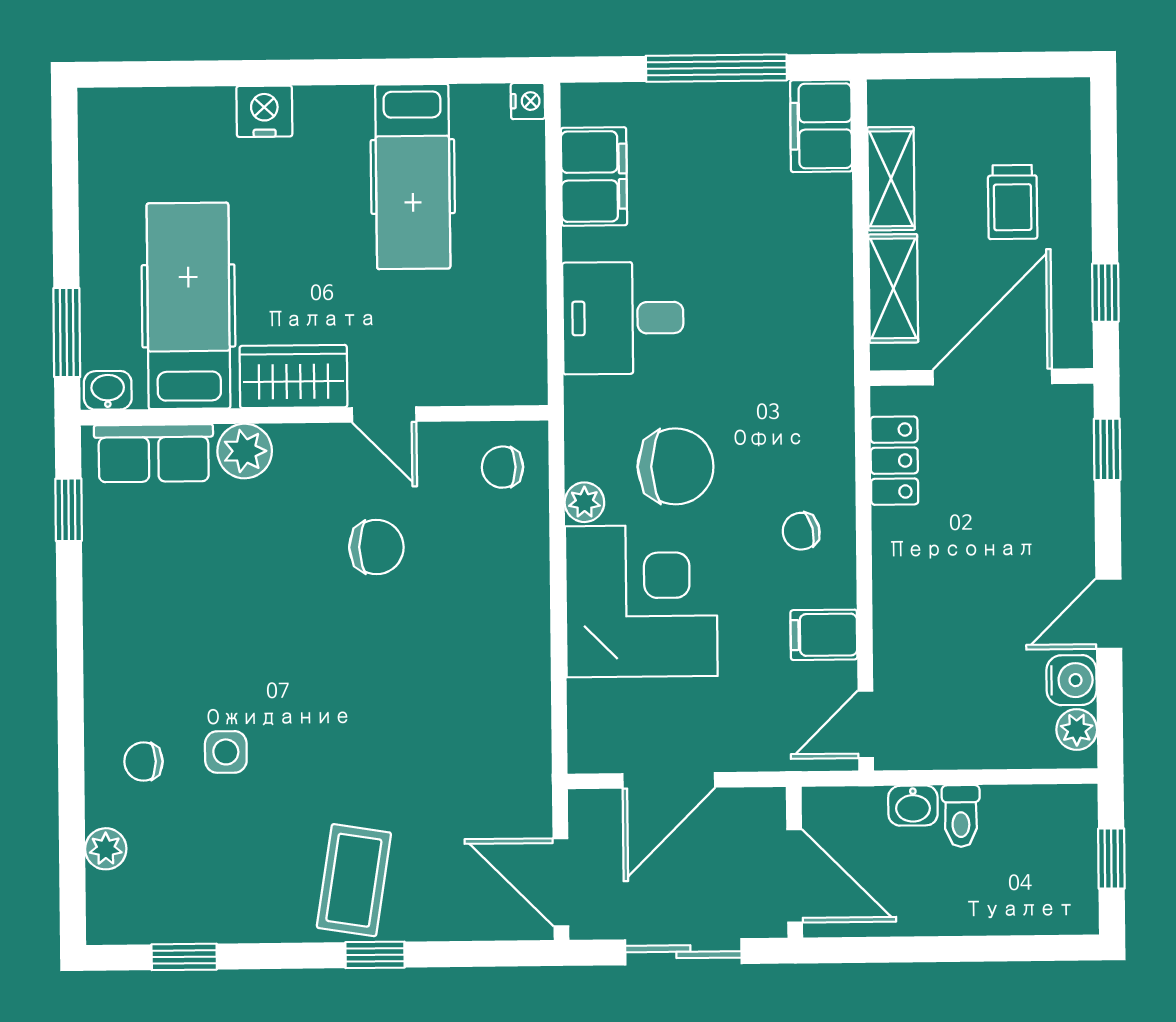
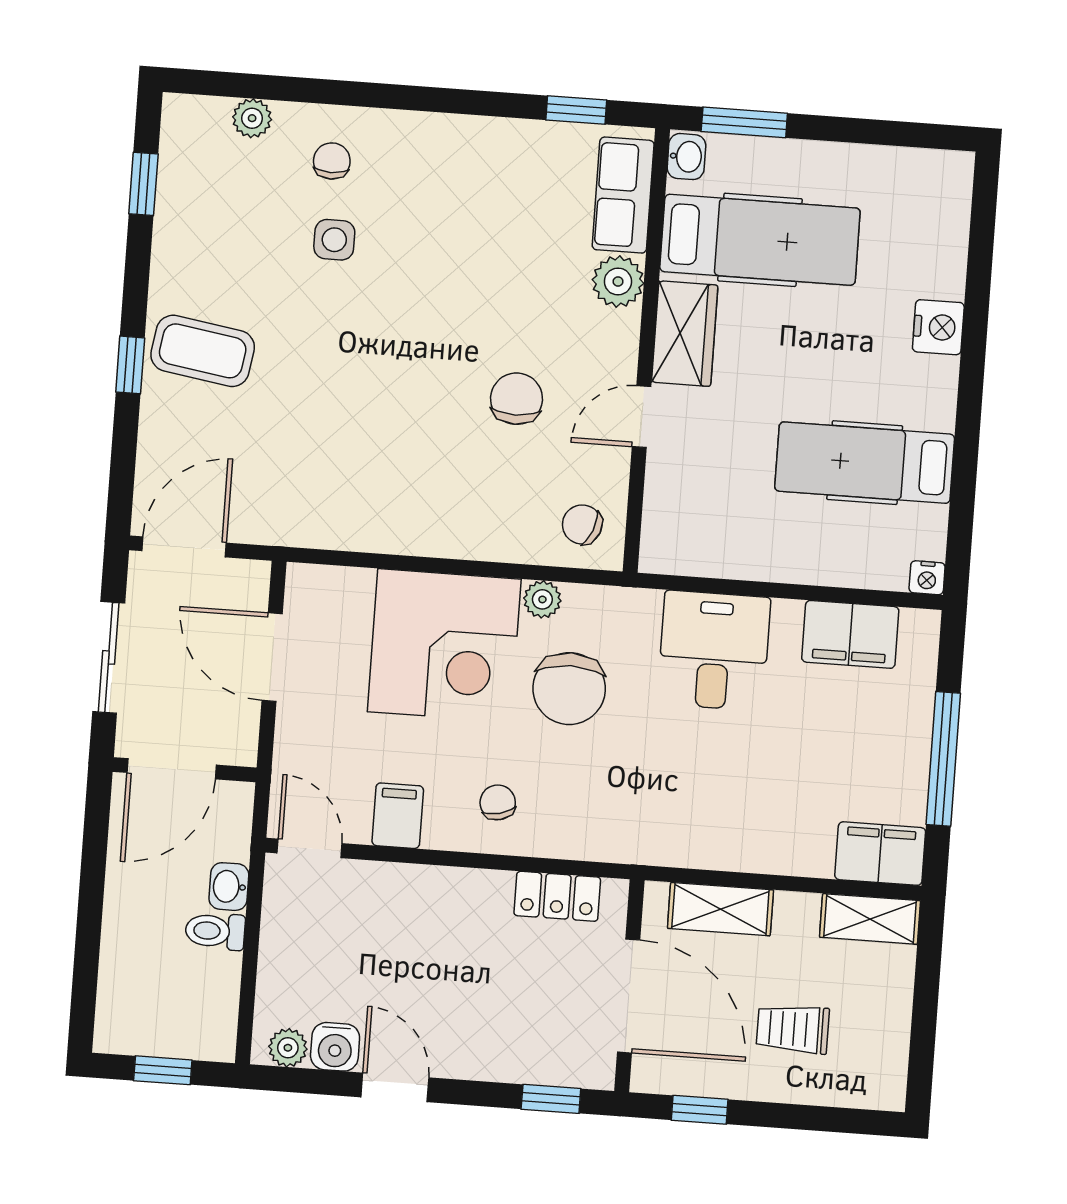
shelving: (891, 179) -> (870, 919), moved
chair: (502, 467) -> (582, 525), turned -68
chair: (376, 547) -> (517, 399), turned 180

